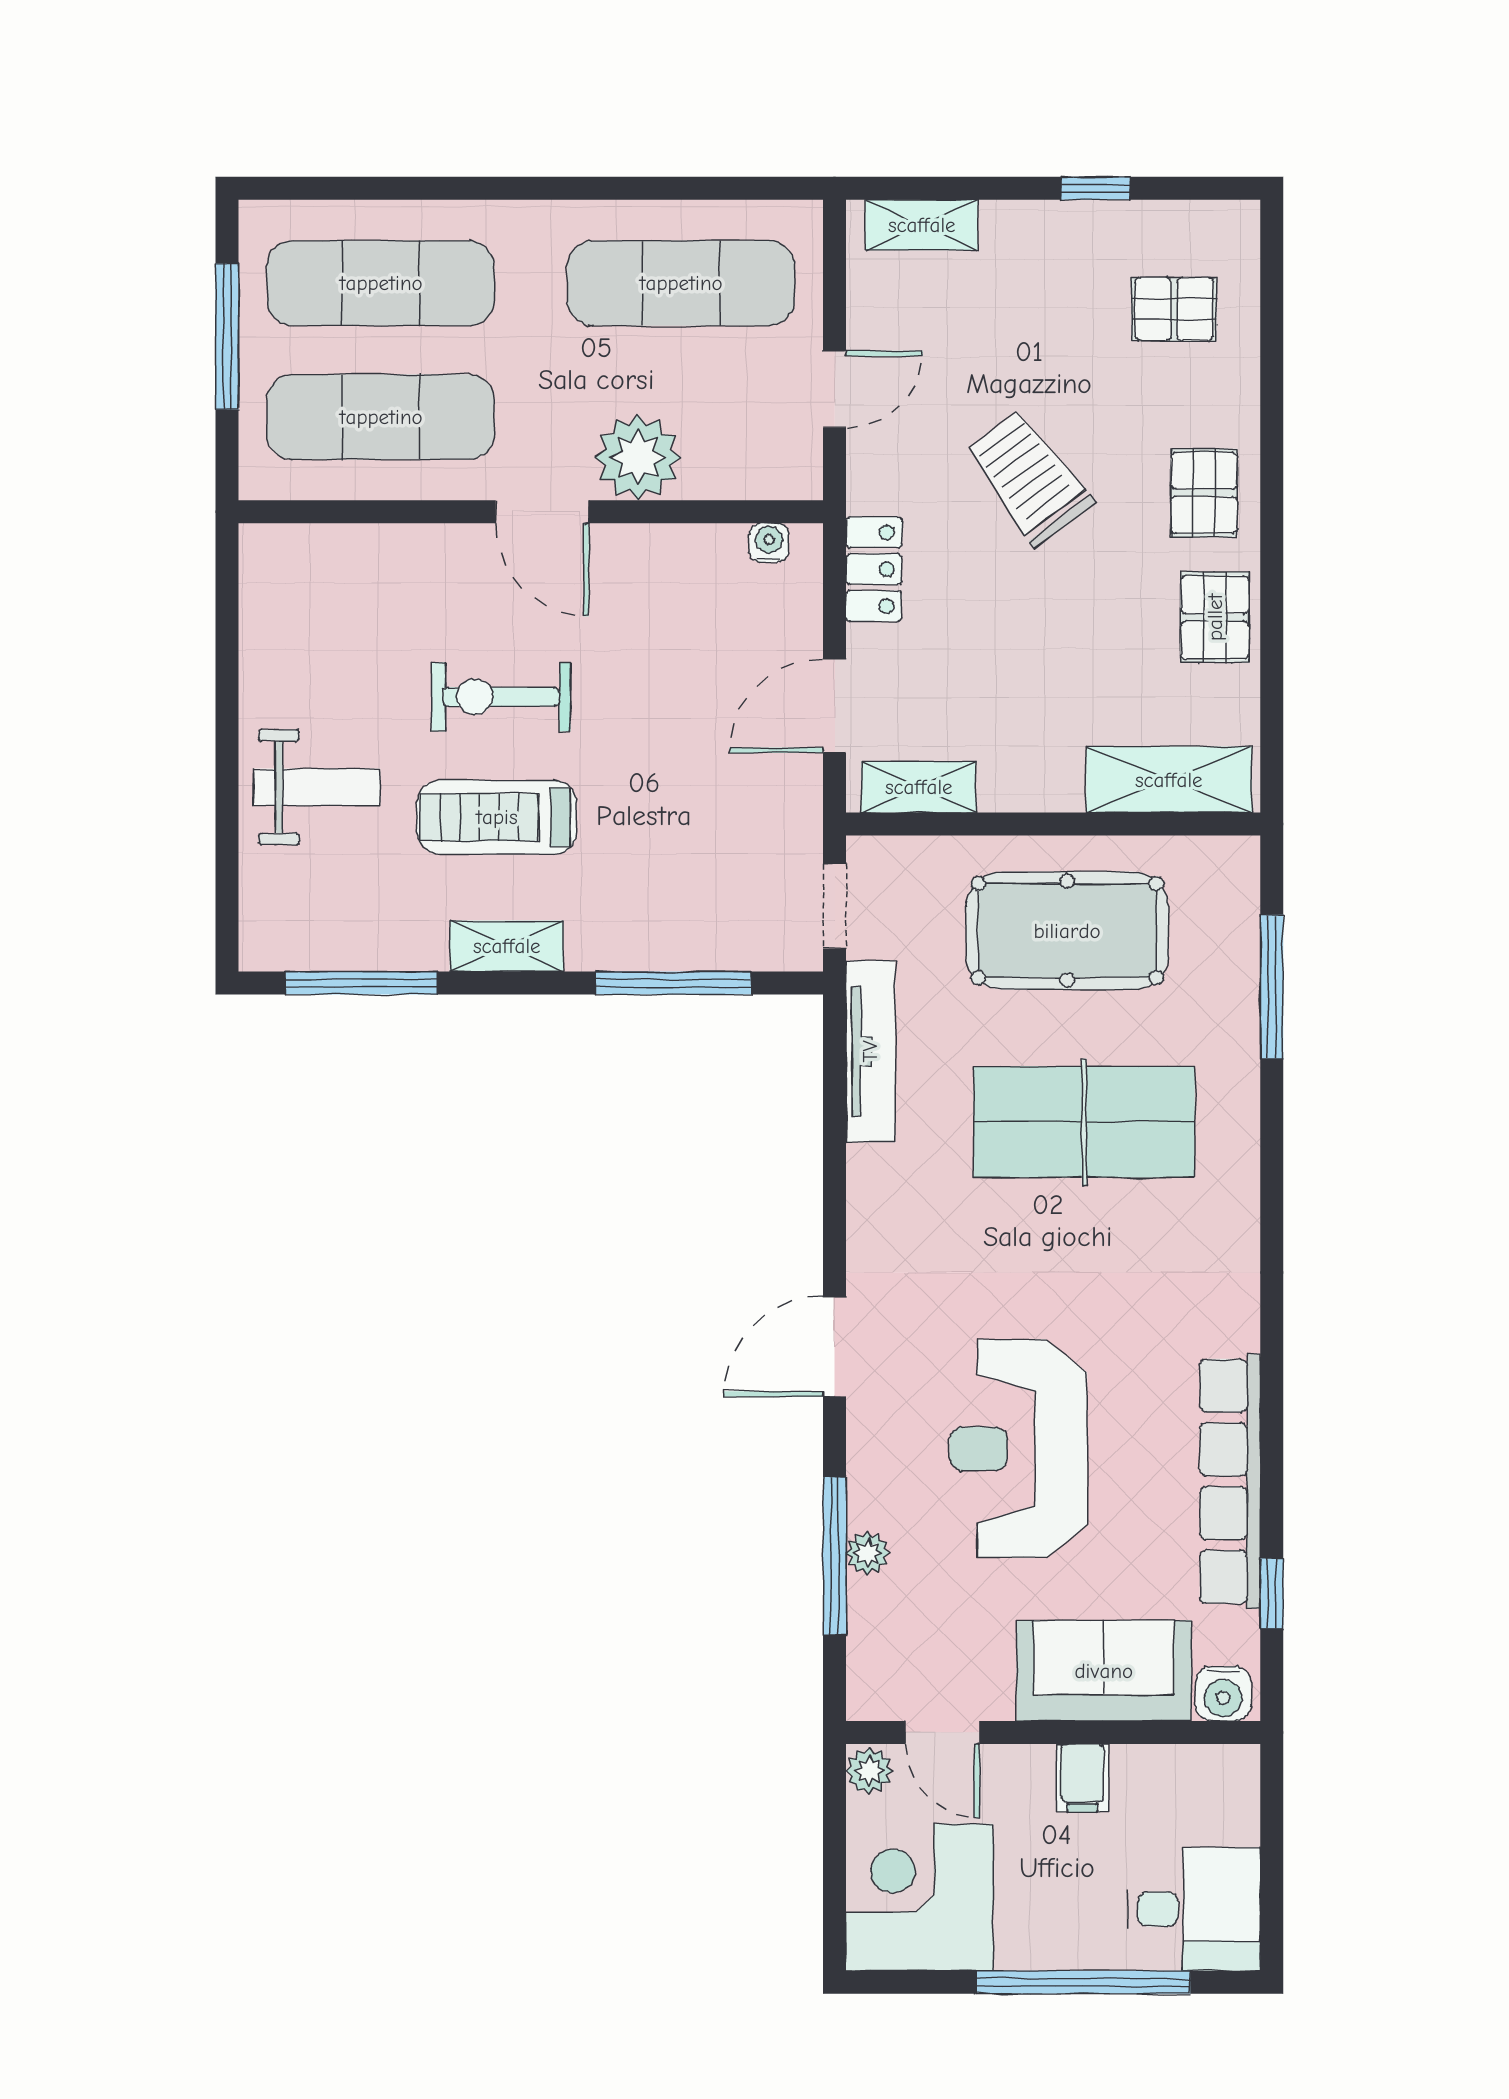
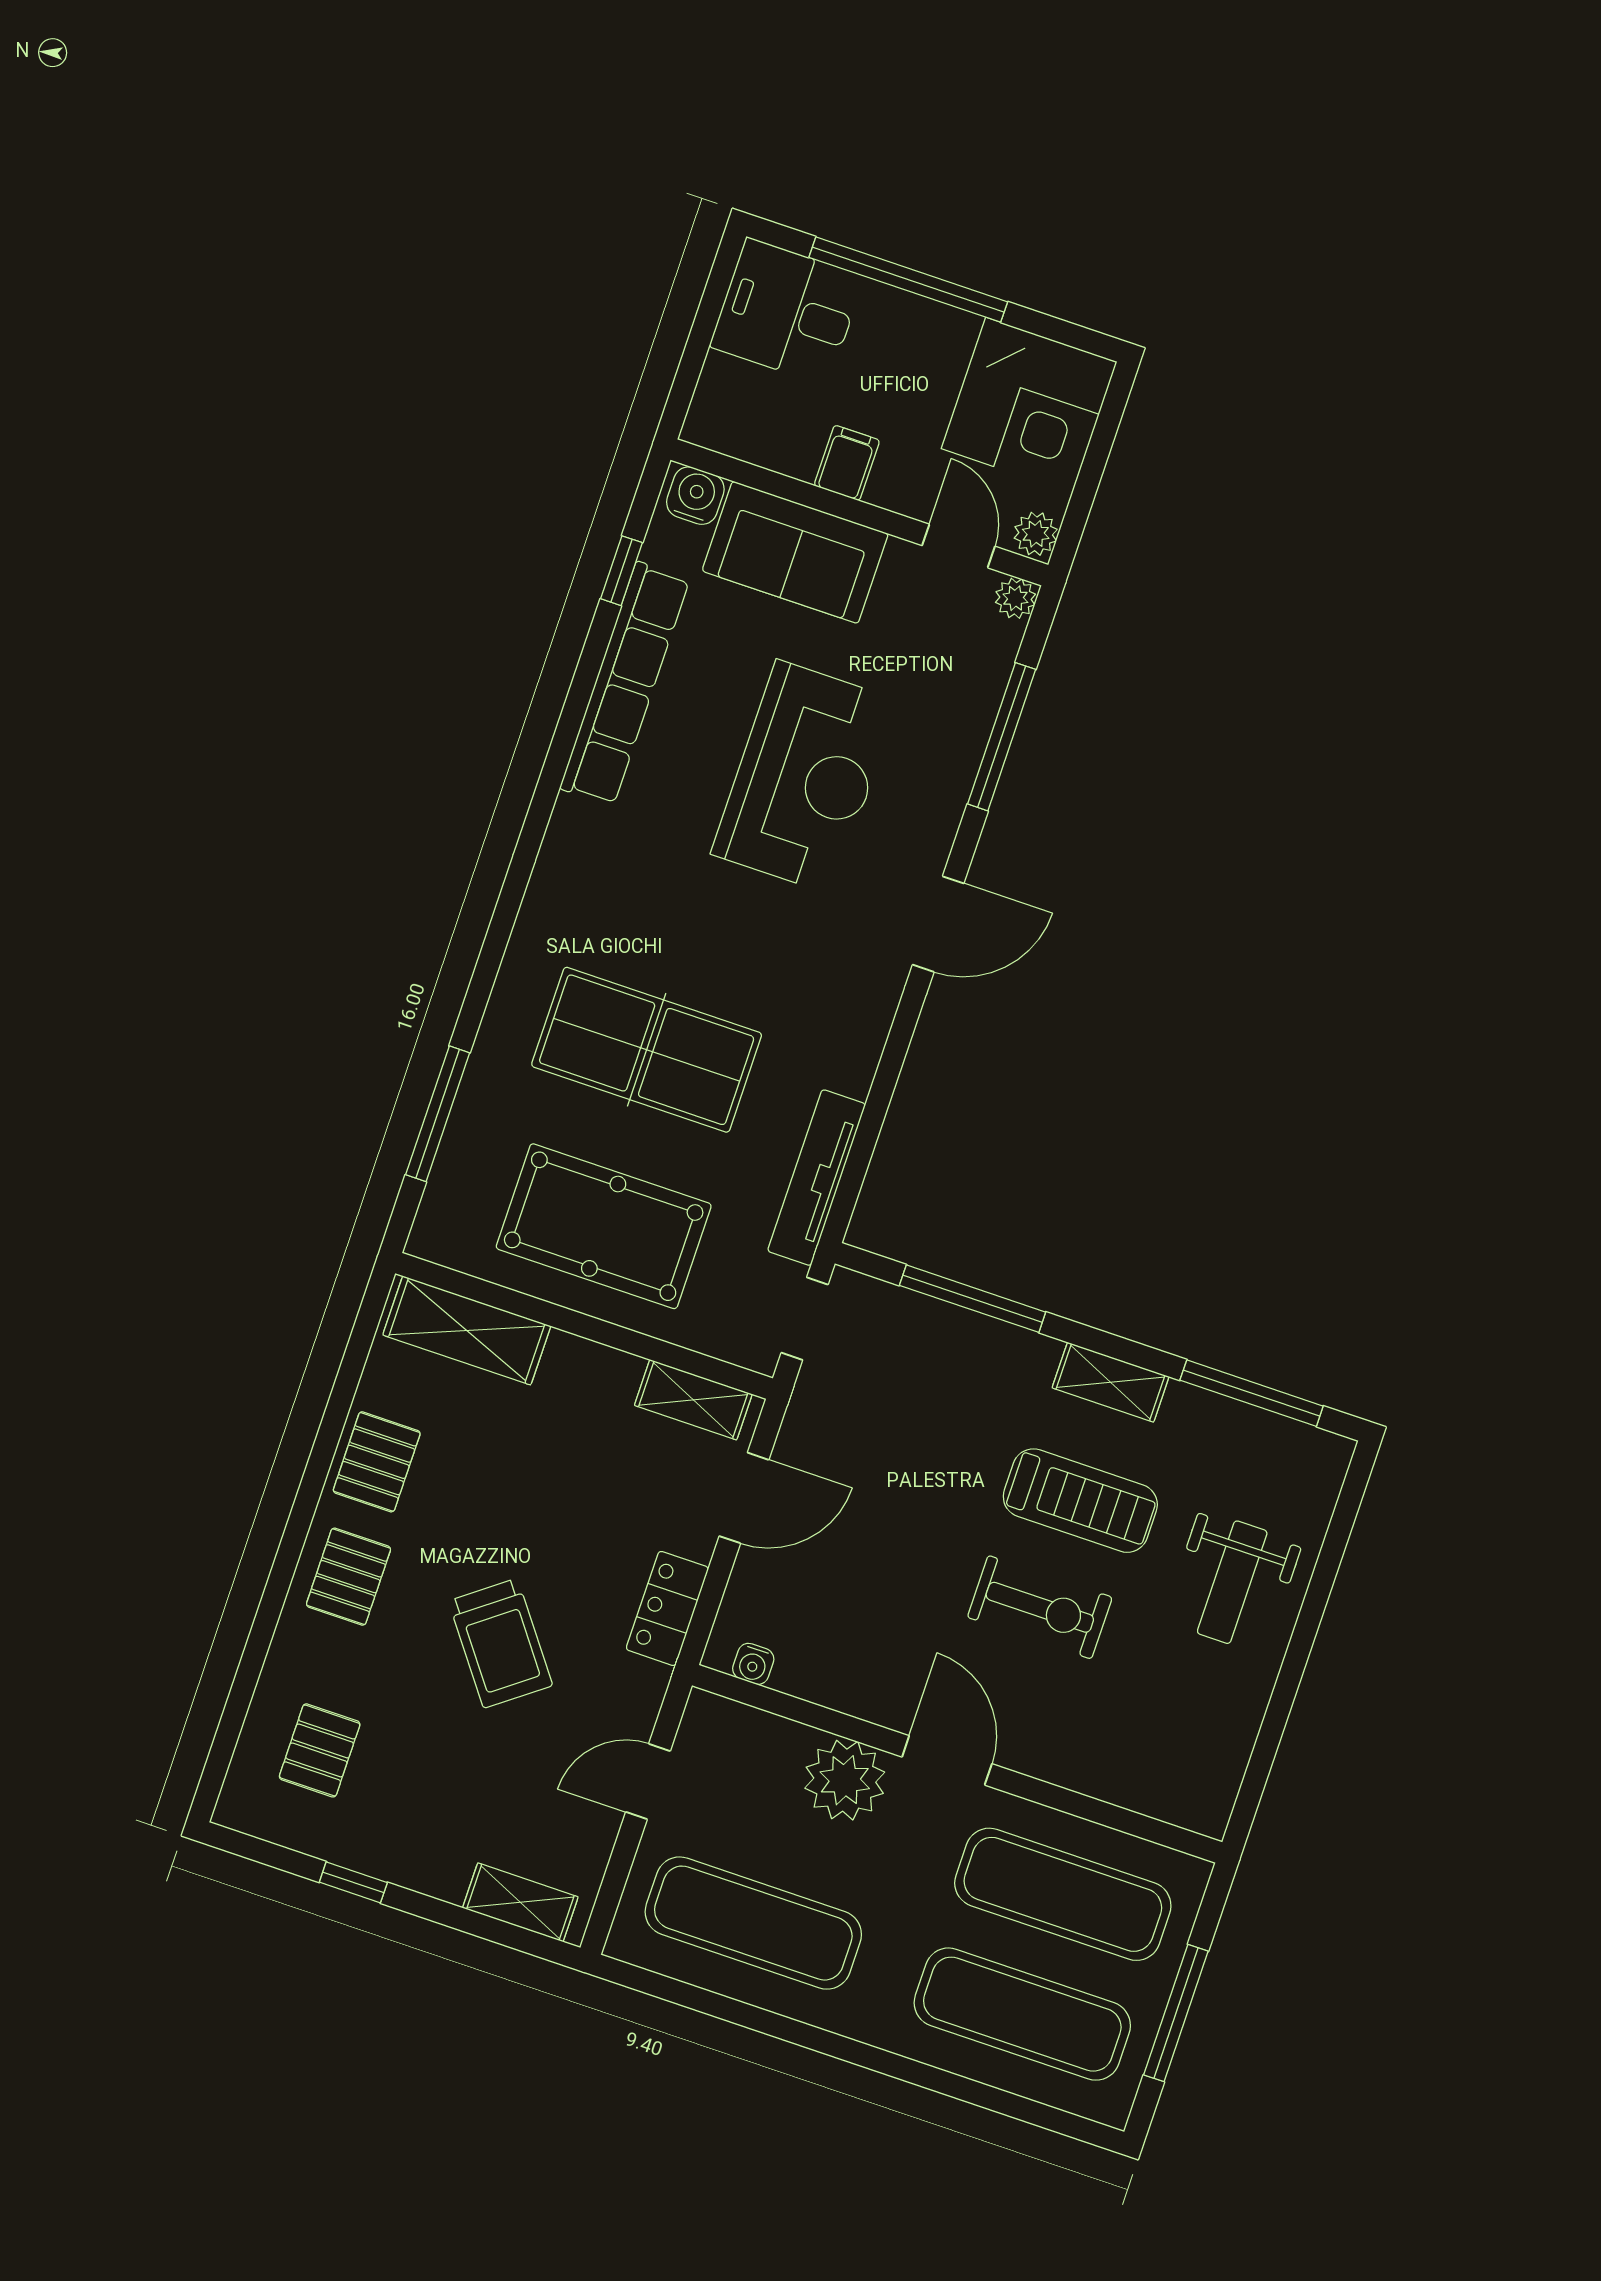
pallet: (1174, 309) -> (320, 1750), turned 90
weight bench: (317, 787) -> (1232, 1582), turned -90
plant: (868, 1553) -> (1015, 598), moved

